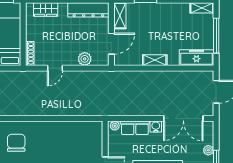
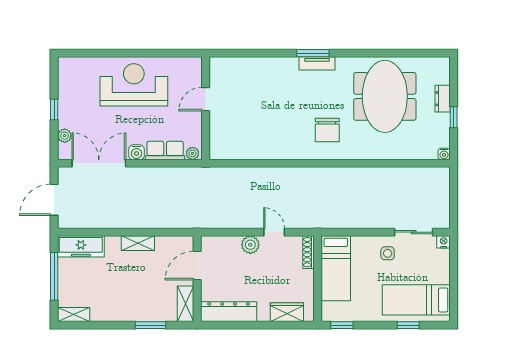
plant: (85, 59) -> (250, 245), moved
door: (55, 68) -> (274, 232), hinge flipped
plant: (208, 150) -> (65, 136), moved

